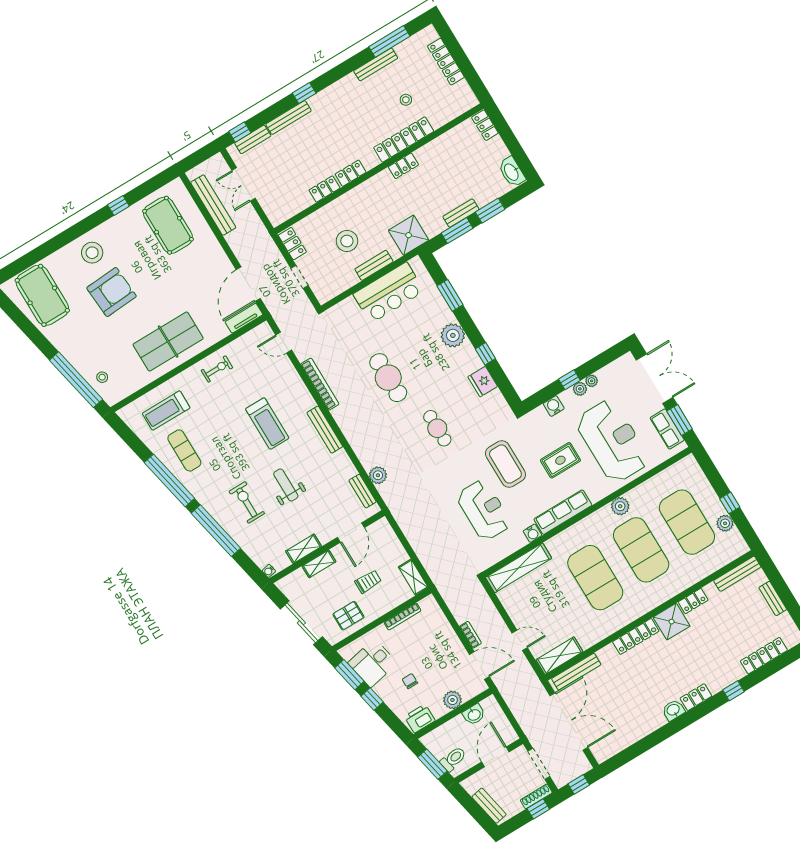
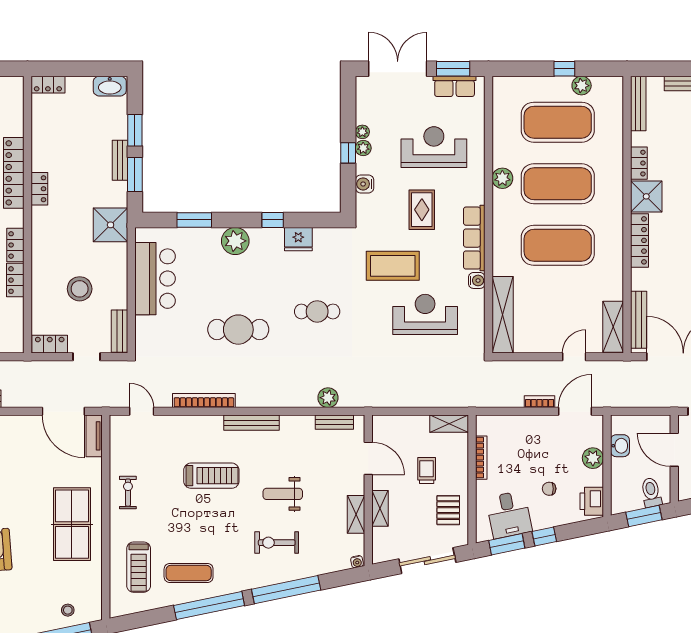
bench: (374, 265) -> (120, 331), moved
door: (284, 343) -> (142, 411), swing flipped
reception desk: (612, 441) -> (434, 147), width x0.74, depth x0.77

